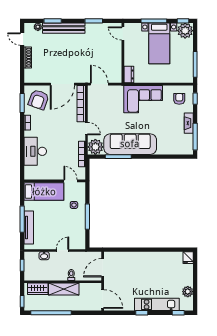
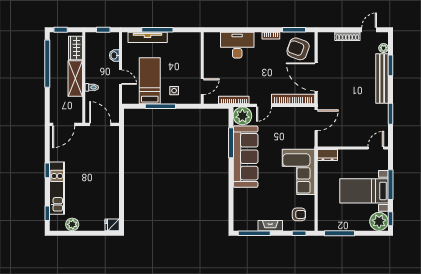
bed: (44, 192) -> (150, 81), moved, turned 180

